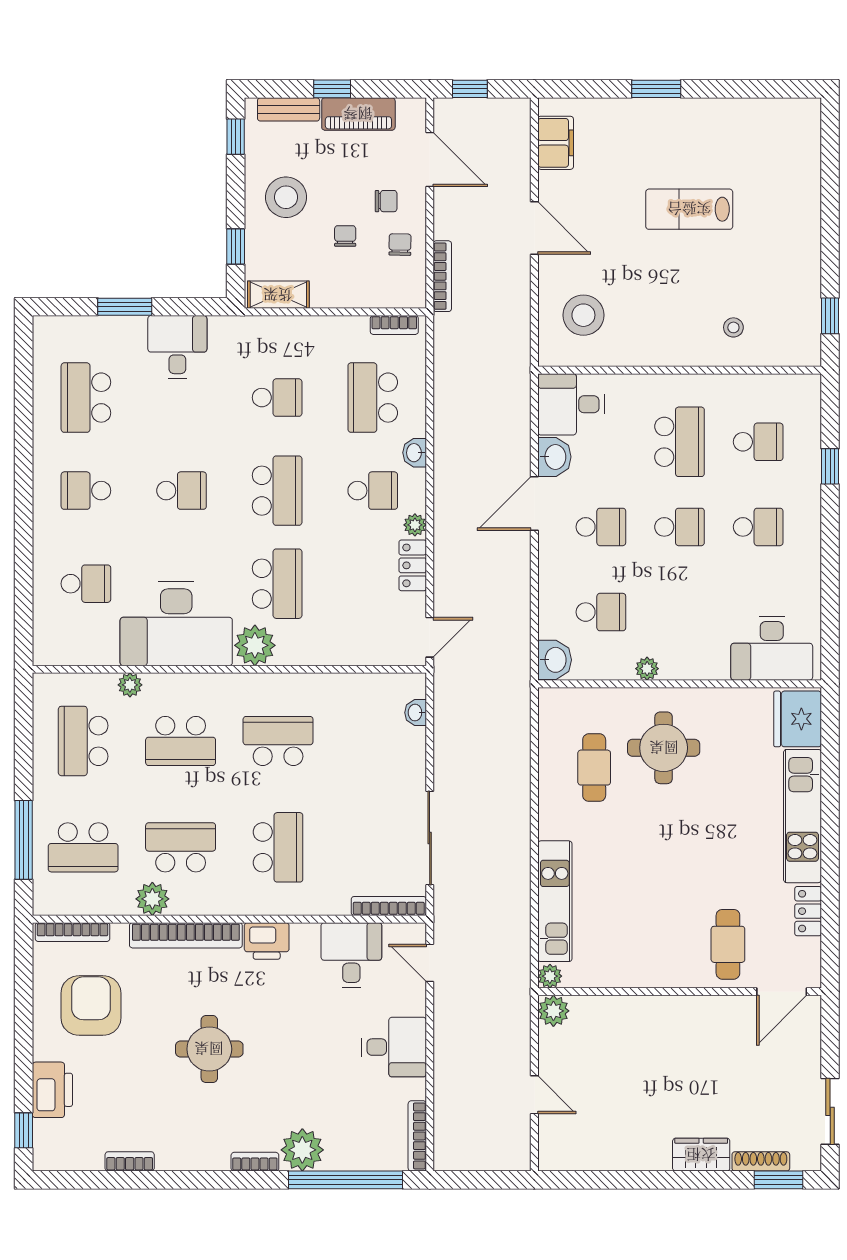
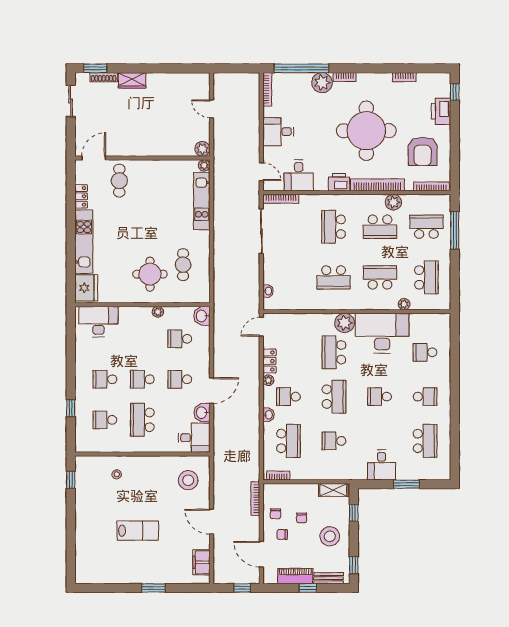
school desk: (277, 491) -> (334, 397), turned 180
round table: (209, 1049) -> (366, 131), width x1.86, depth x1.86

